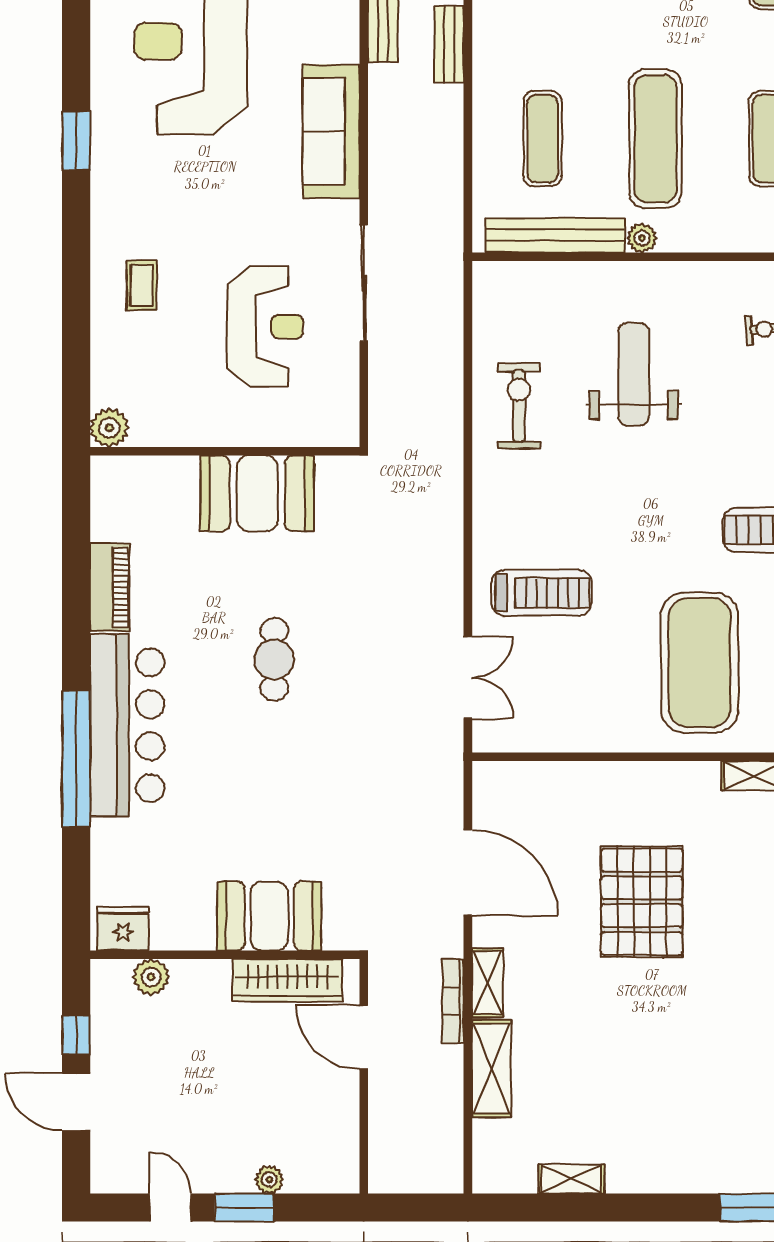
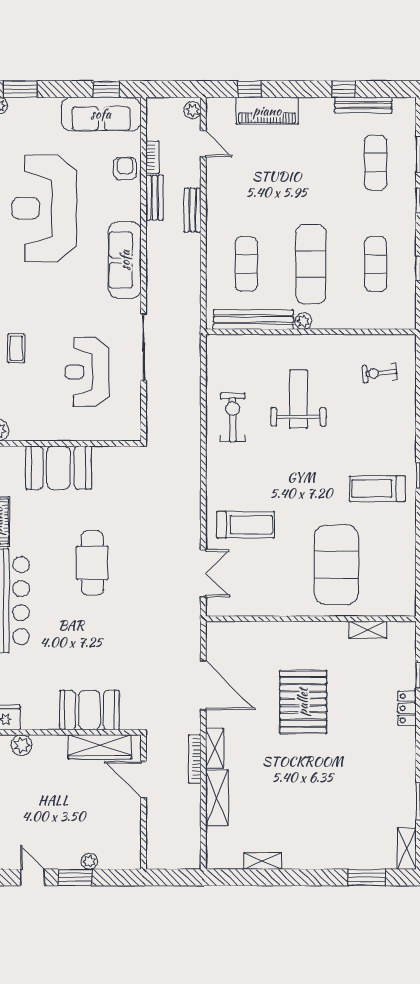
reception desk: (265, 327) -> (87, 372), turned 180
booth: (257, 493) -> (59, 468), moved
cafe table: (274, 659) -> (92, 563), width x1.37, depth x1.35

